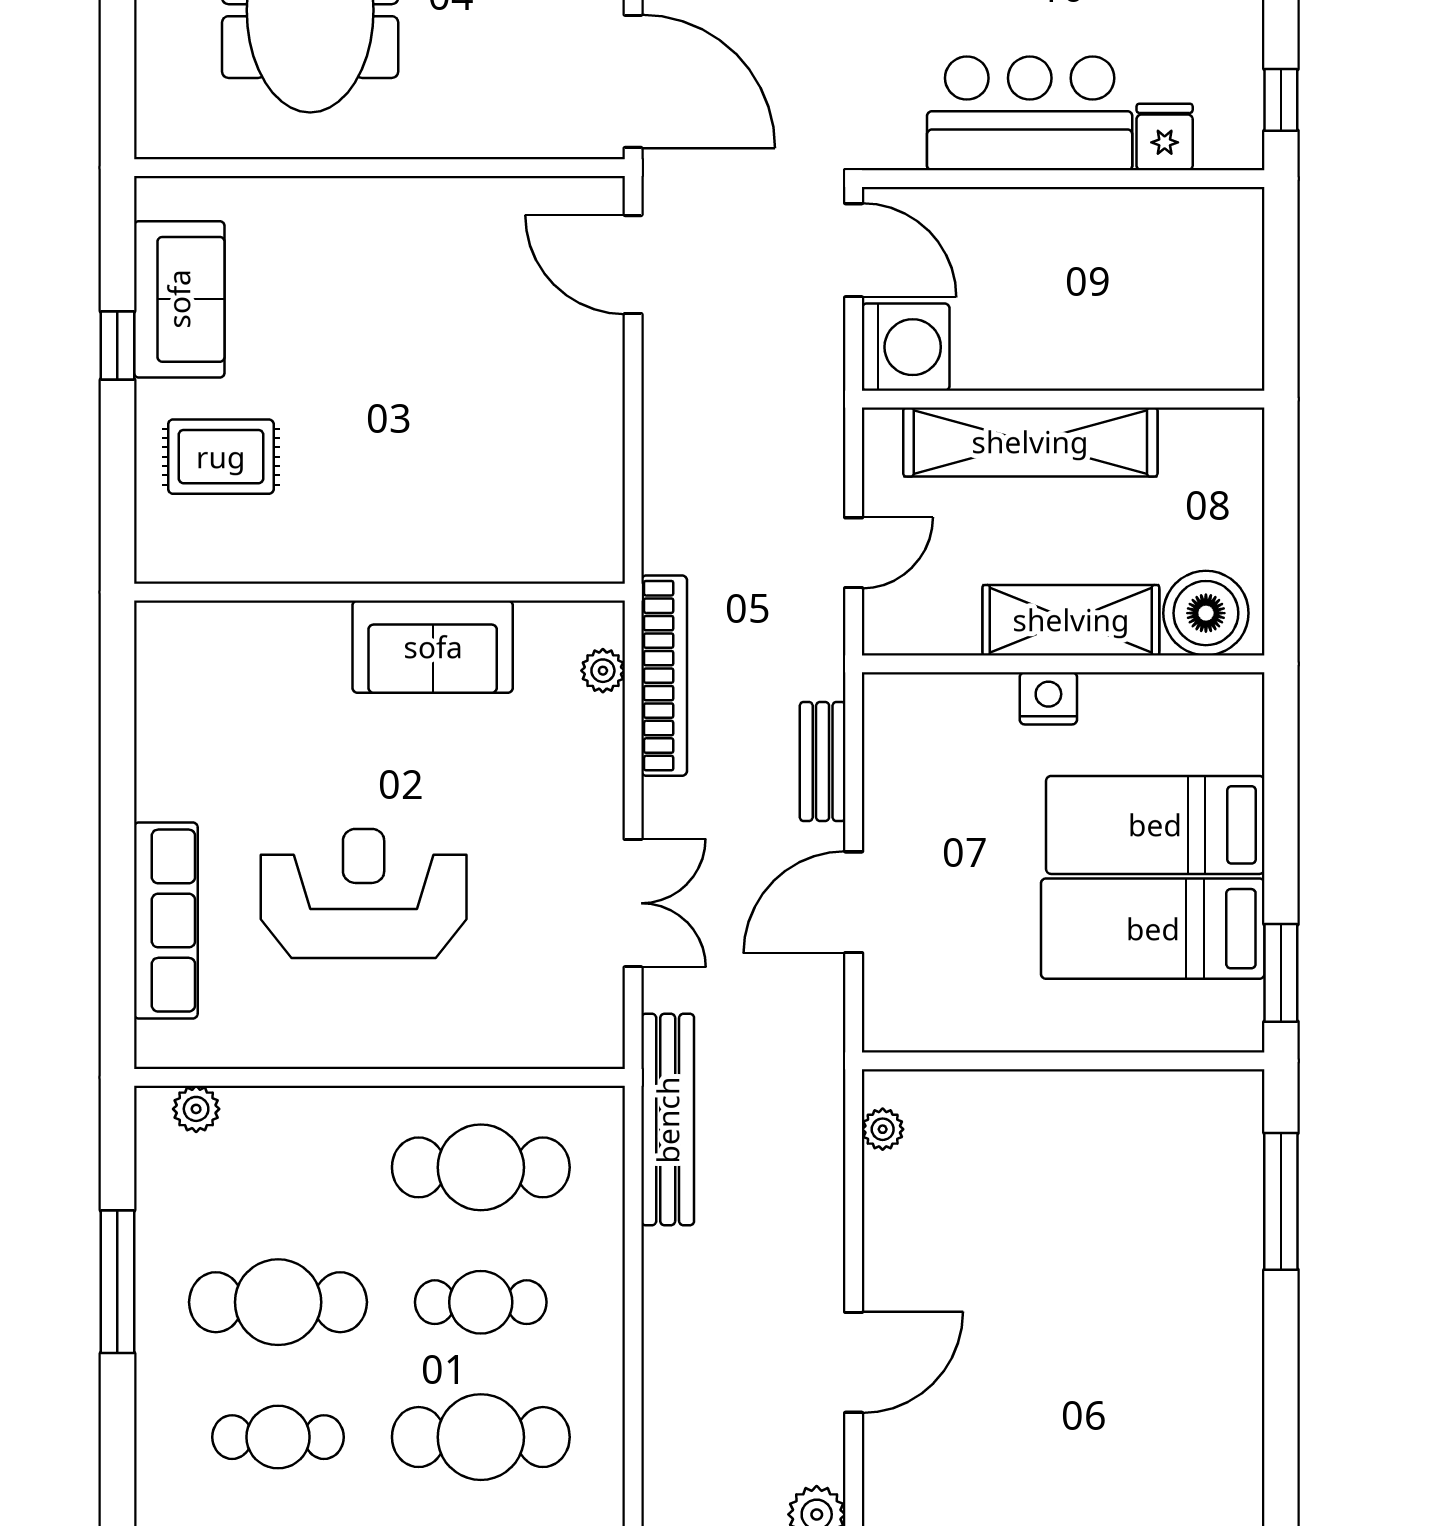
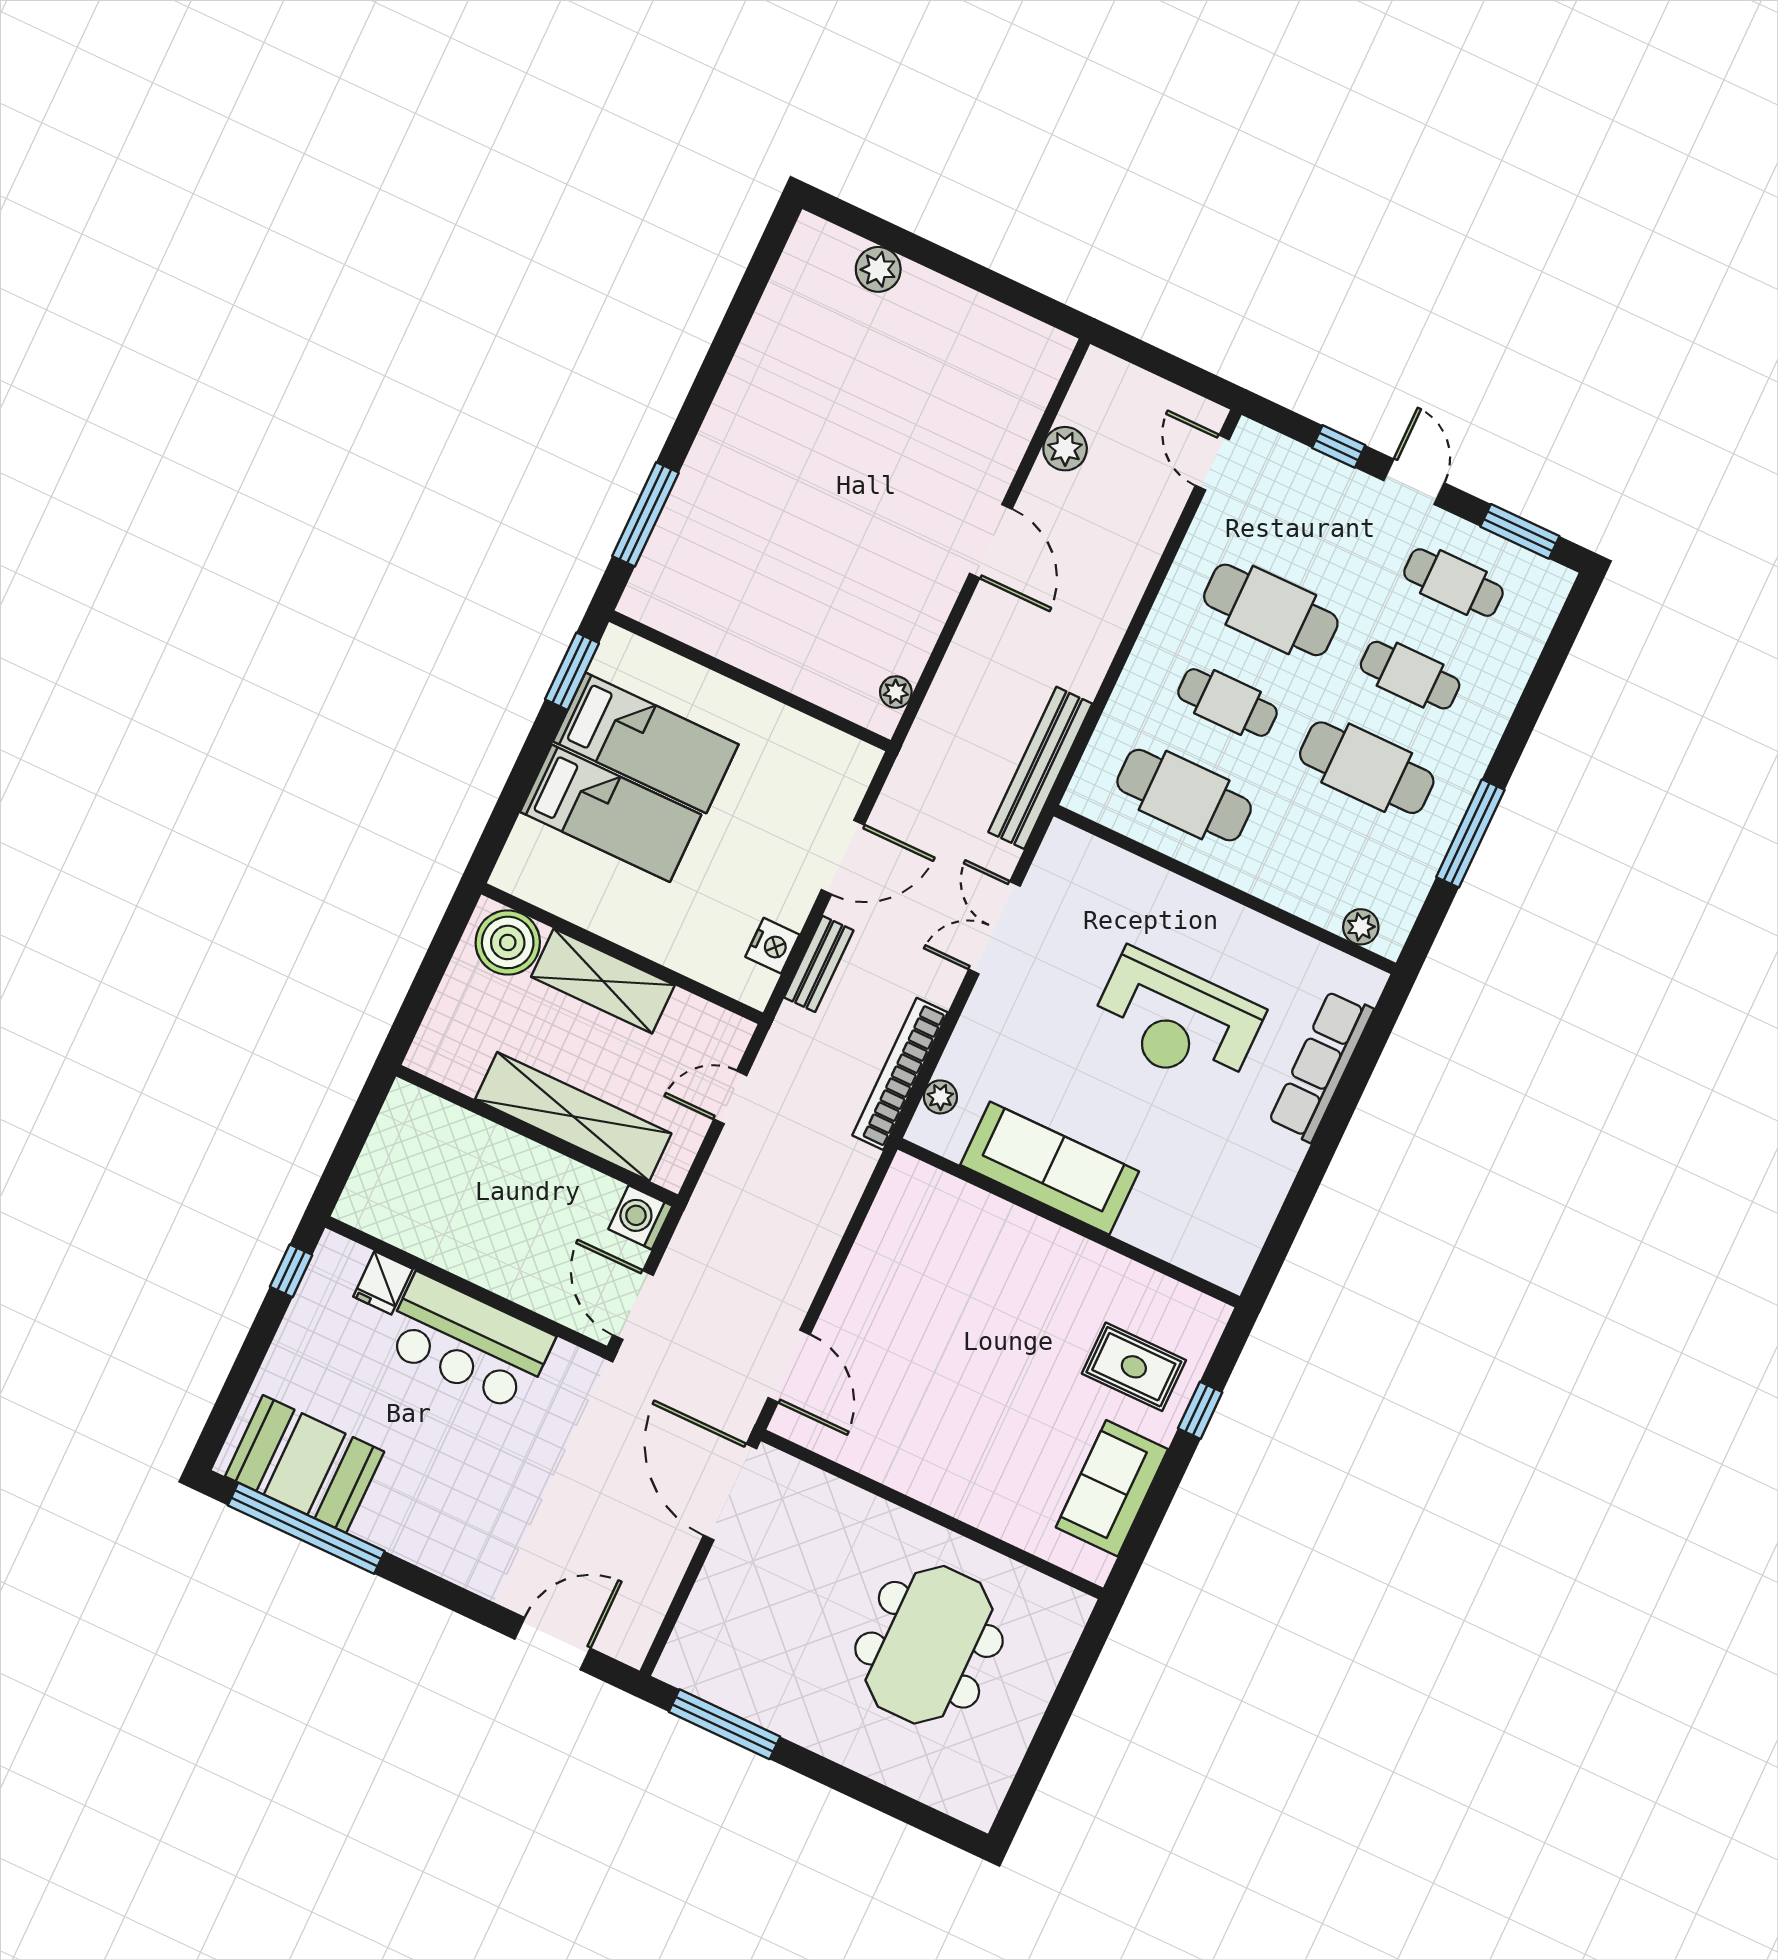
window: (117, 346) -> (1200, 1410), moved
washing machine: (906, 347) -> (640, 1217), width x0.73, depth x0.73
sofa: (433, 647) -> (1050, 1168), width x1.36
nightstand: (1048, 698) -> (772, 946), moved, turned -90
door: (854, 1362) -> (991, 541), swing flipped

